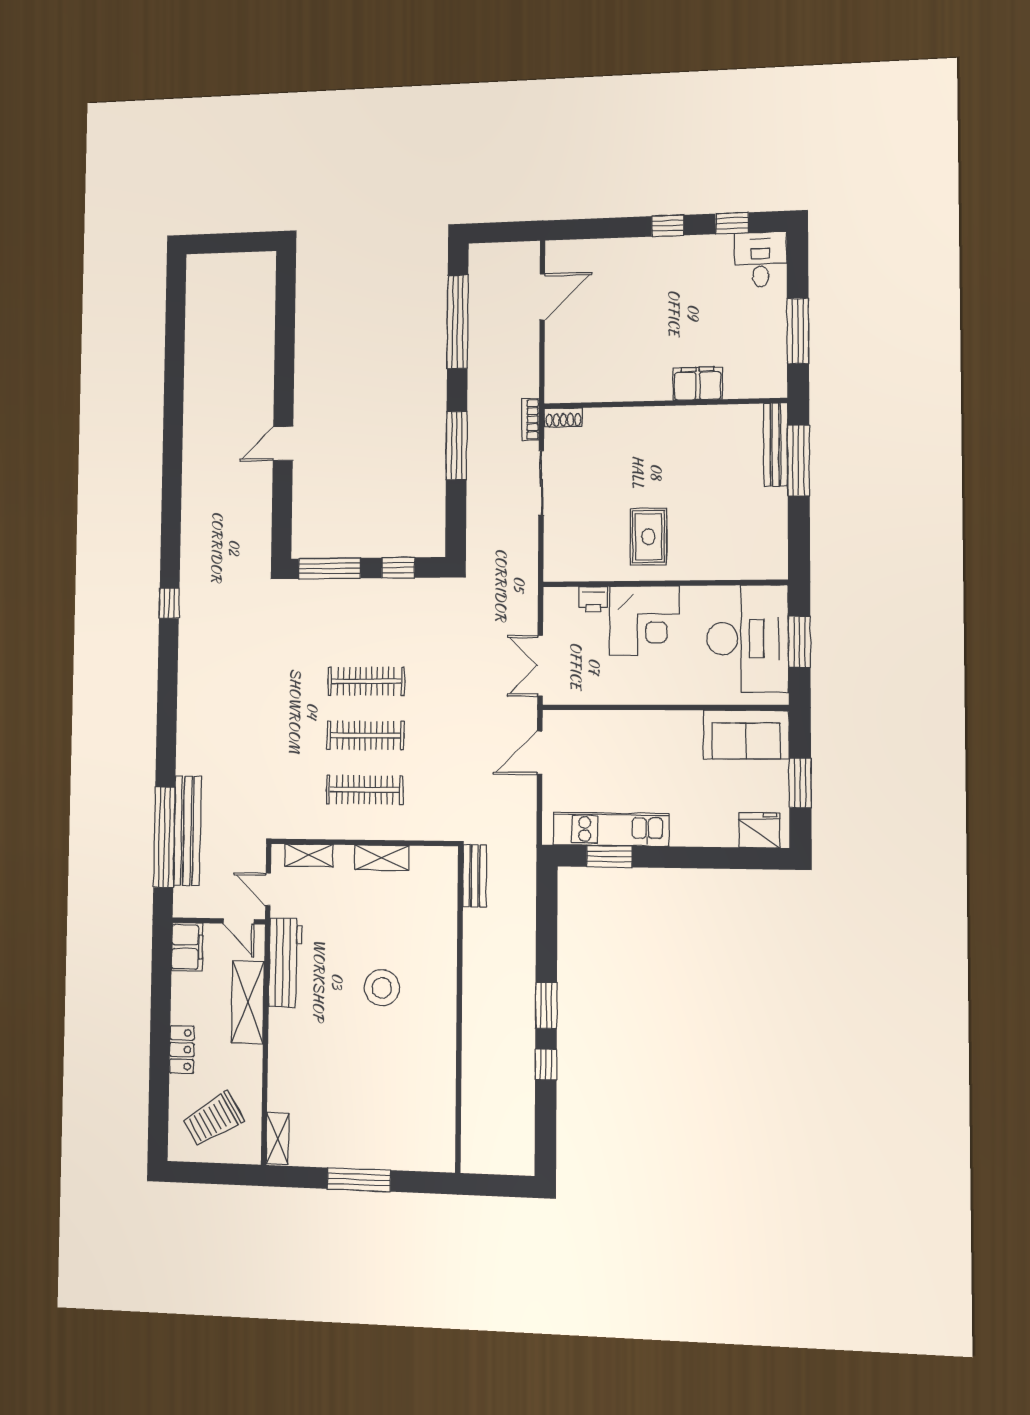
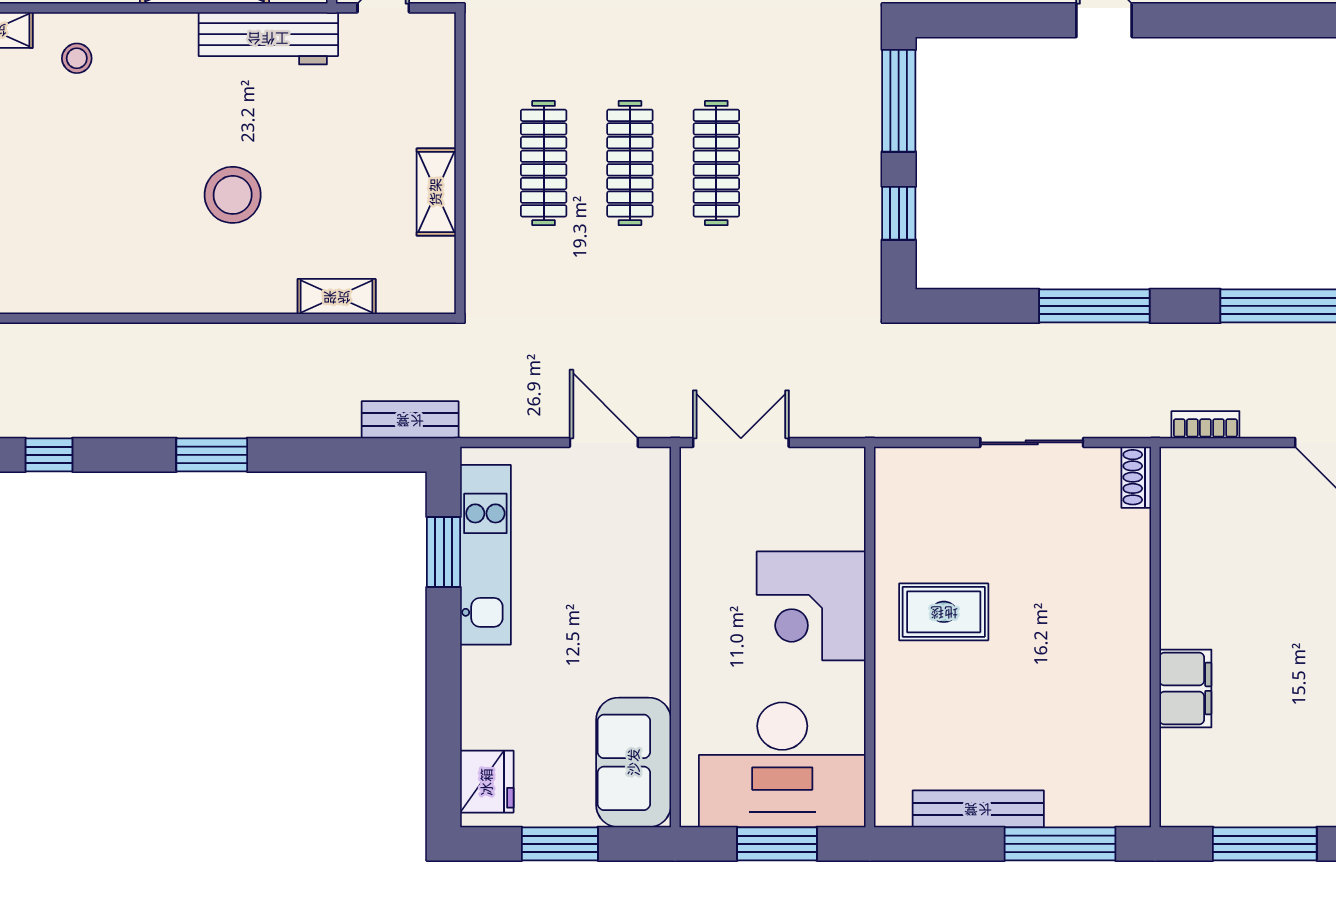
bookcase: (530, 419) -> (1205, 425), moved
bench: (776, 445) -> (978, 809), moved
printer: (593, 599) -> (845, 526), removed
shelving: (309, 855) -> (337, 297), moved, turned 90
bench: (475, 876) -> (410, 420), moved
window: (546, 1065) -> (49, 455), moved
stool: (296, 1085) -> (77, 58), added

